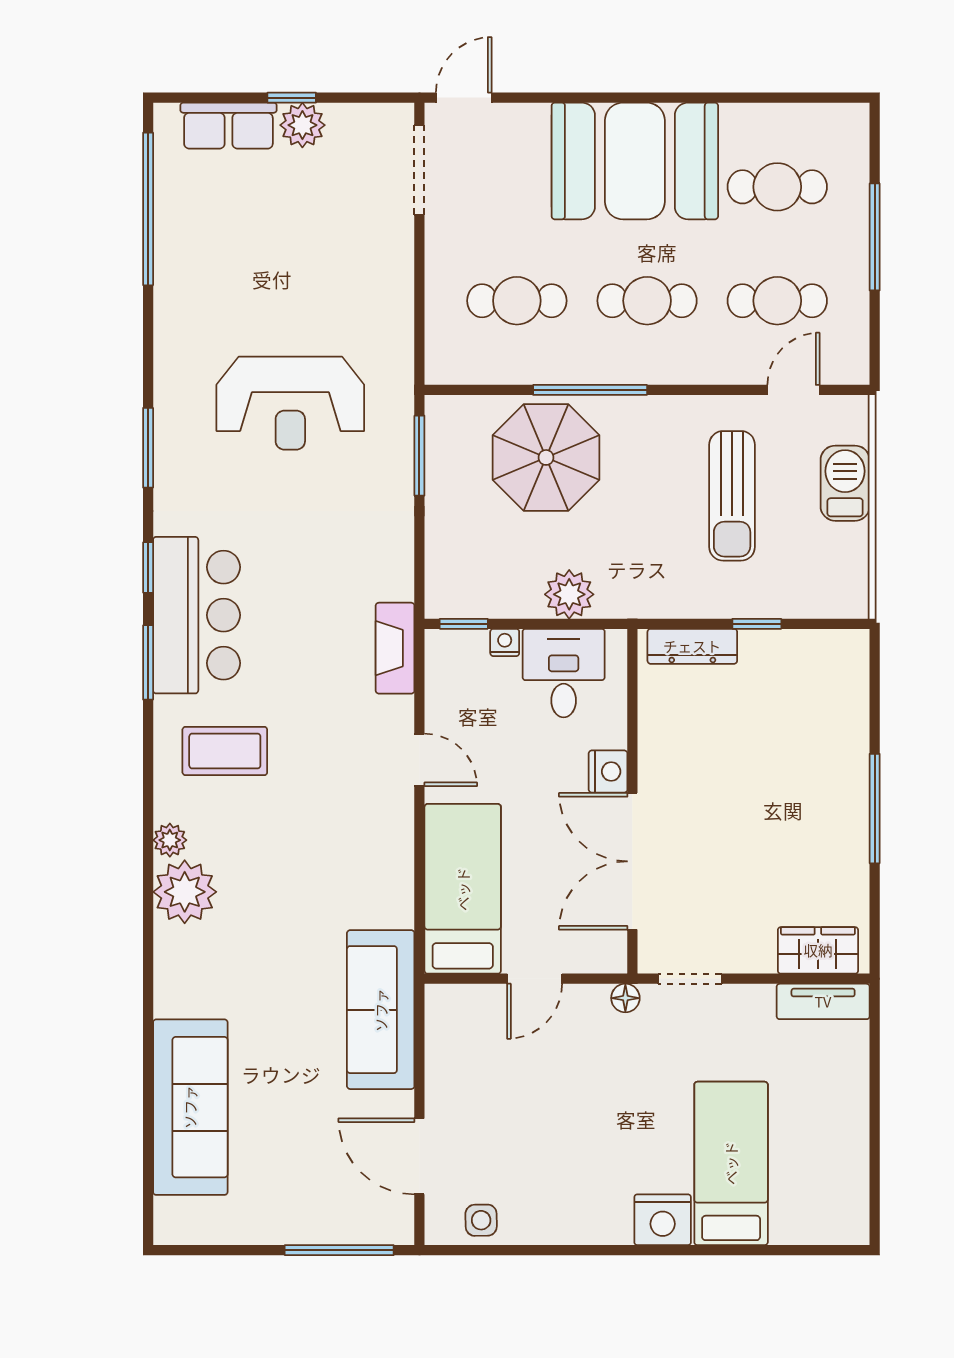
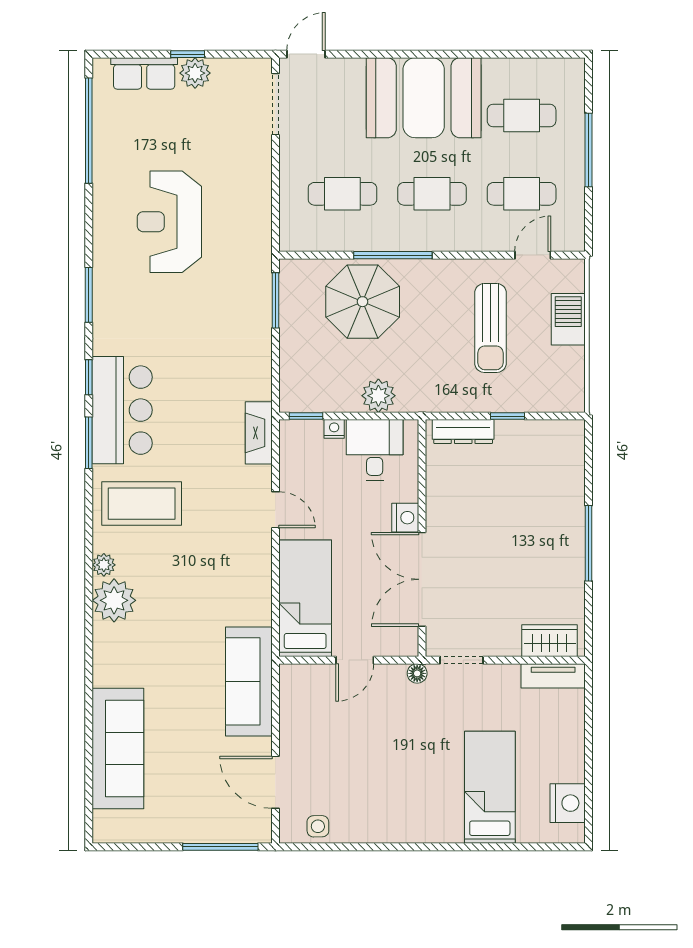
reception desk: (290, 403) -> (169, 222), moved, turned 90
coffee table: (225, 751) -> (142, 504), width x1.36, depth x1.32
nightstand: (663, 1220) -> (568, 803), moved, turned -90

